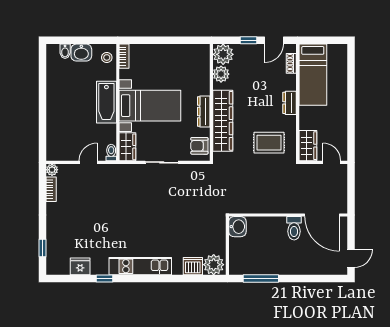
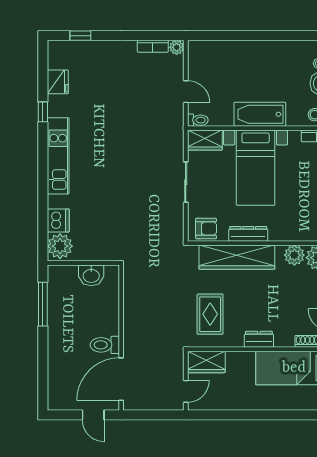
armchair: (199, 146) -> (206, 229), turned 90
washbasin: (237, 227) -> (91, 275), moved
door: (351, 258) -> (93, 415), moved

